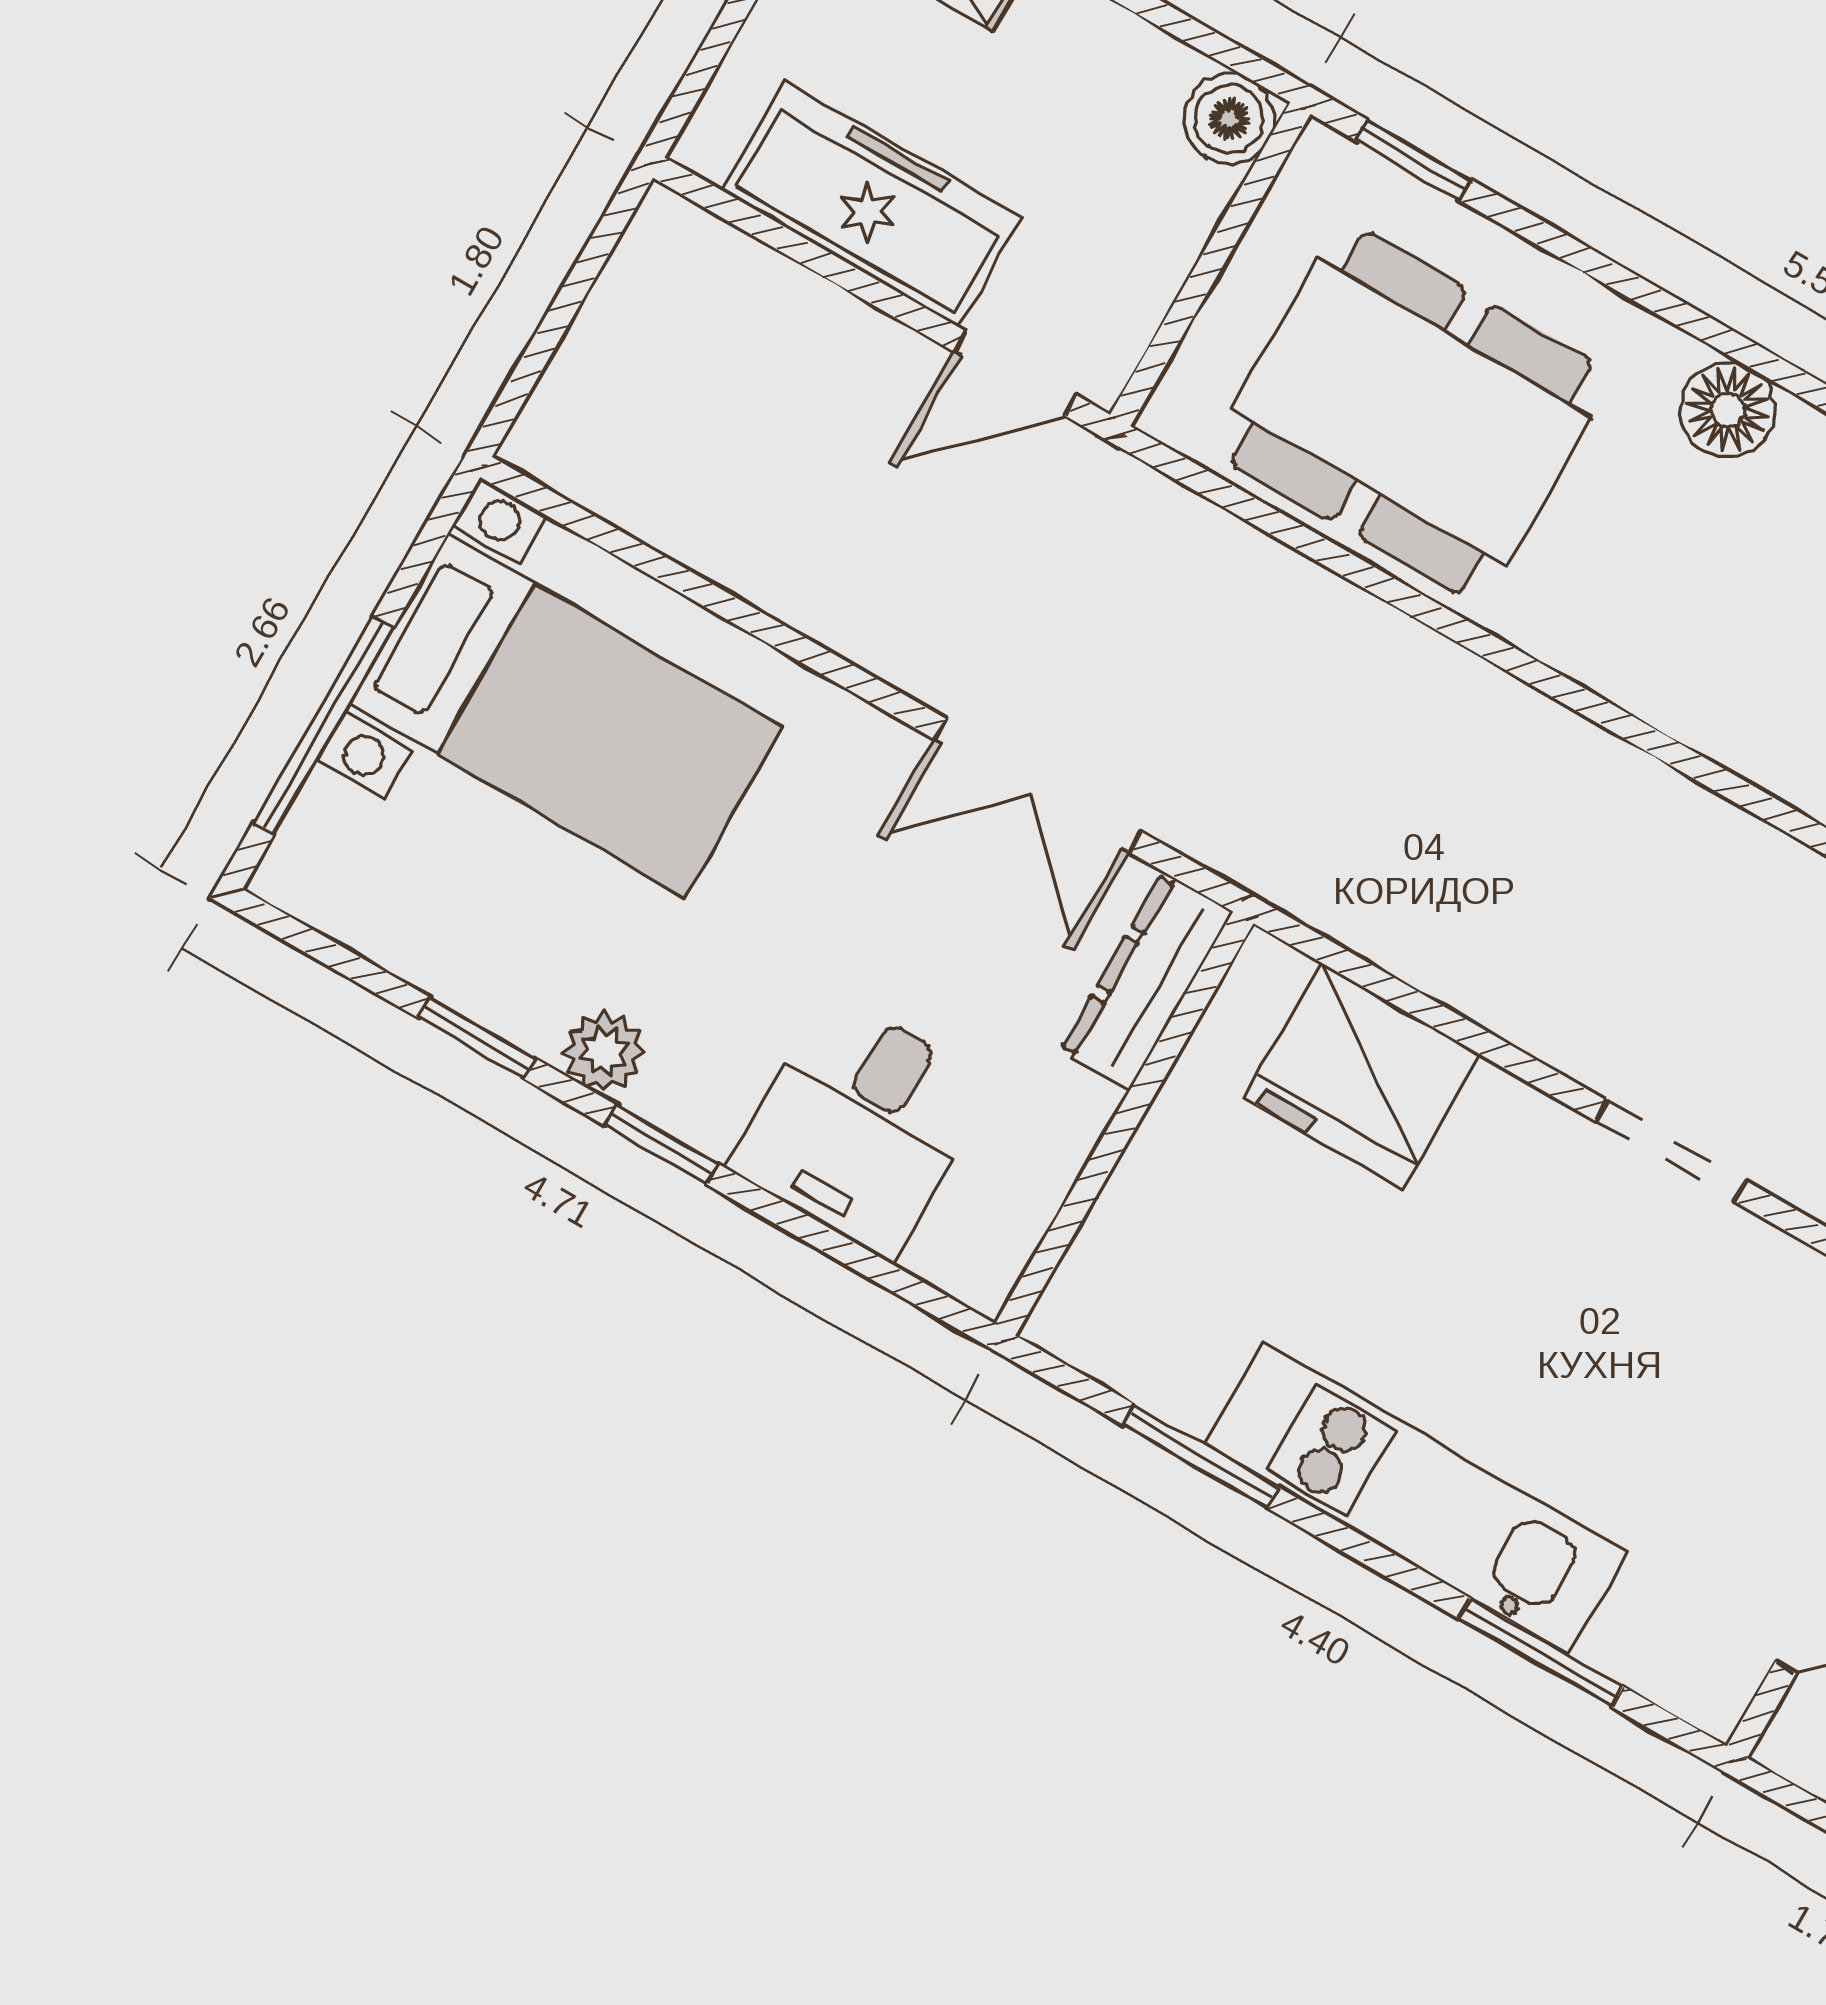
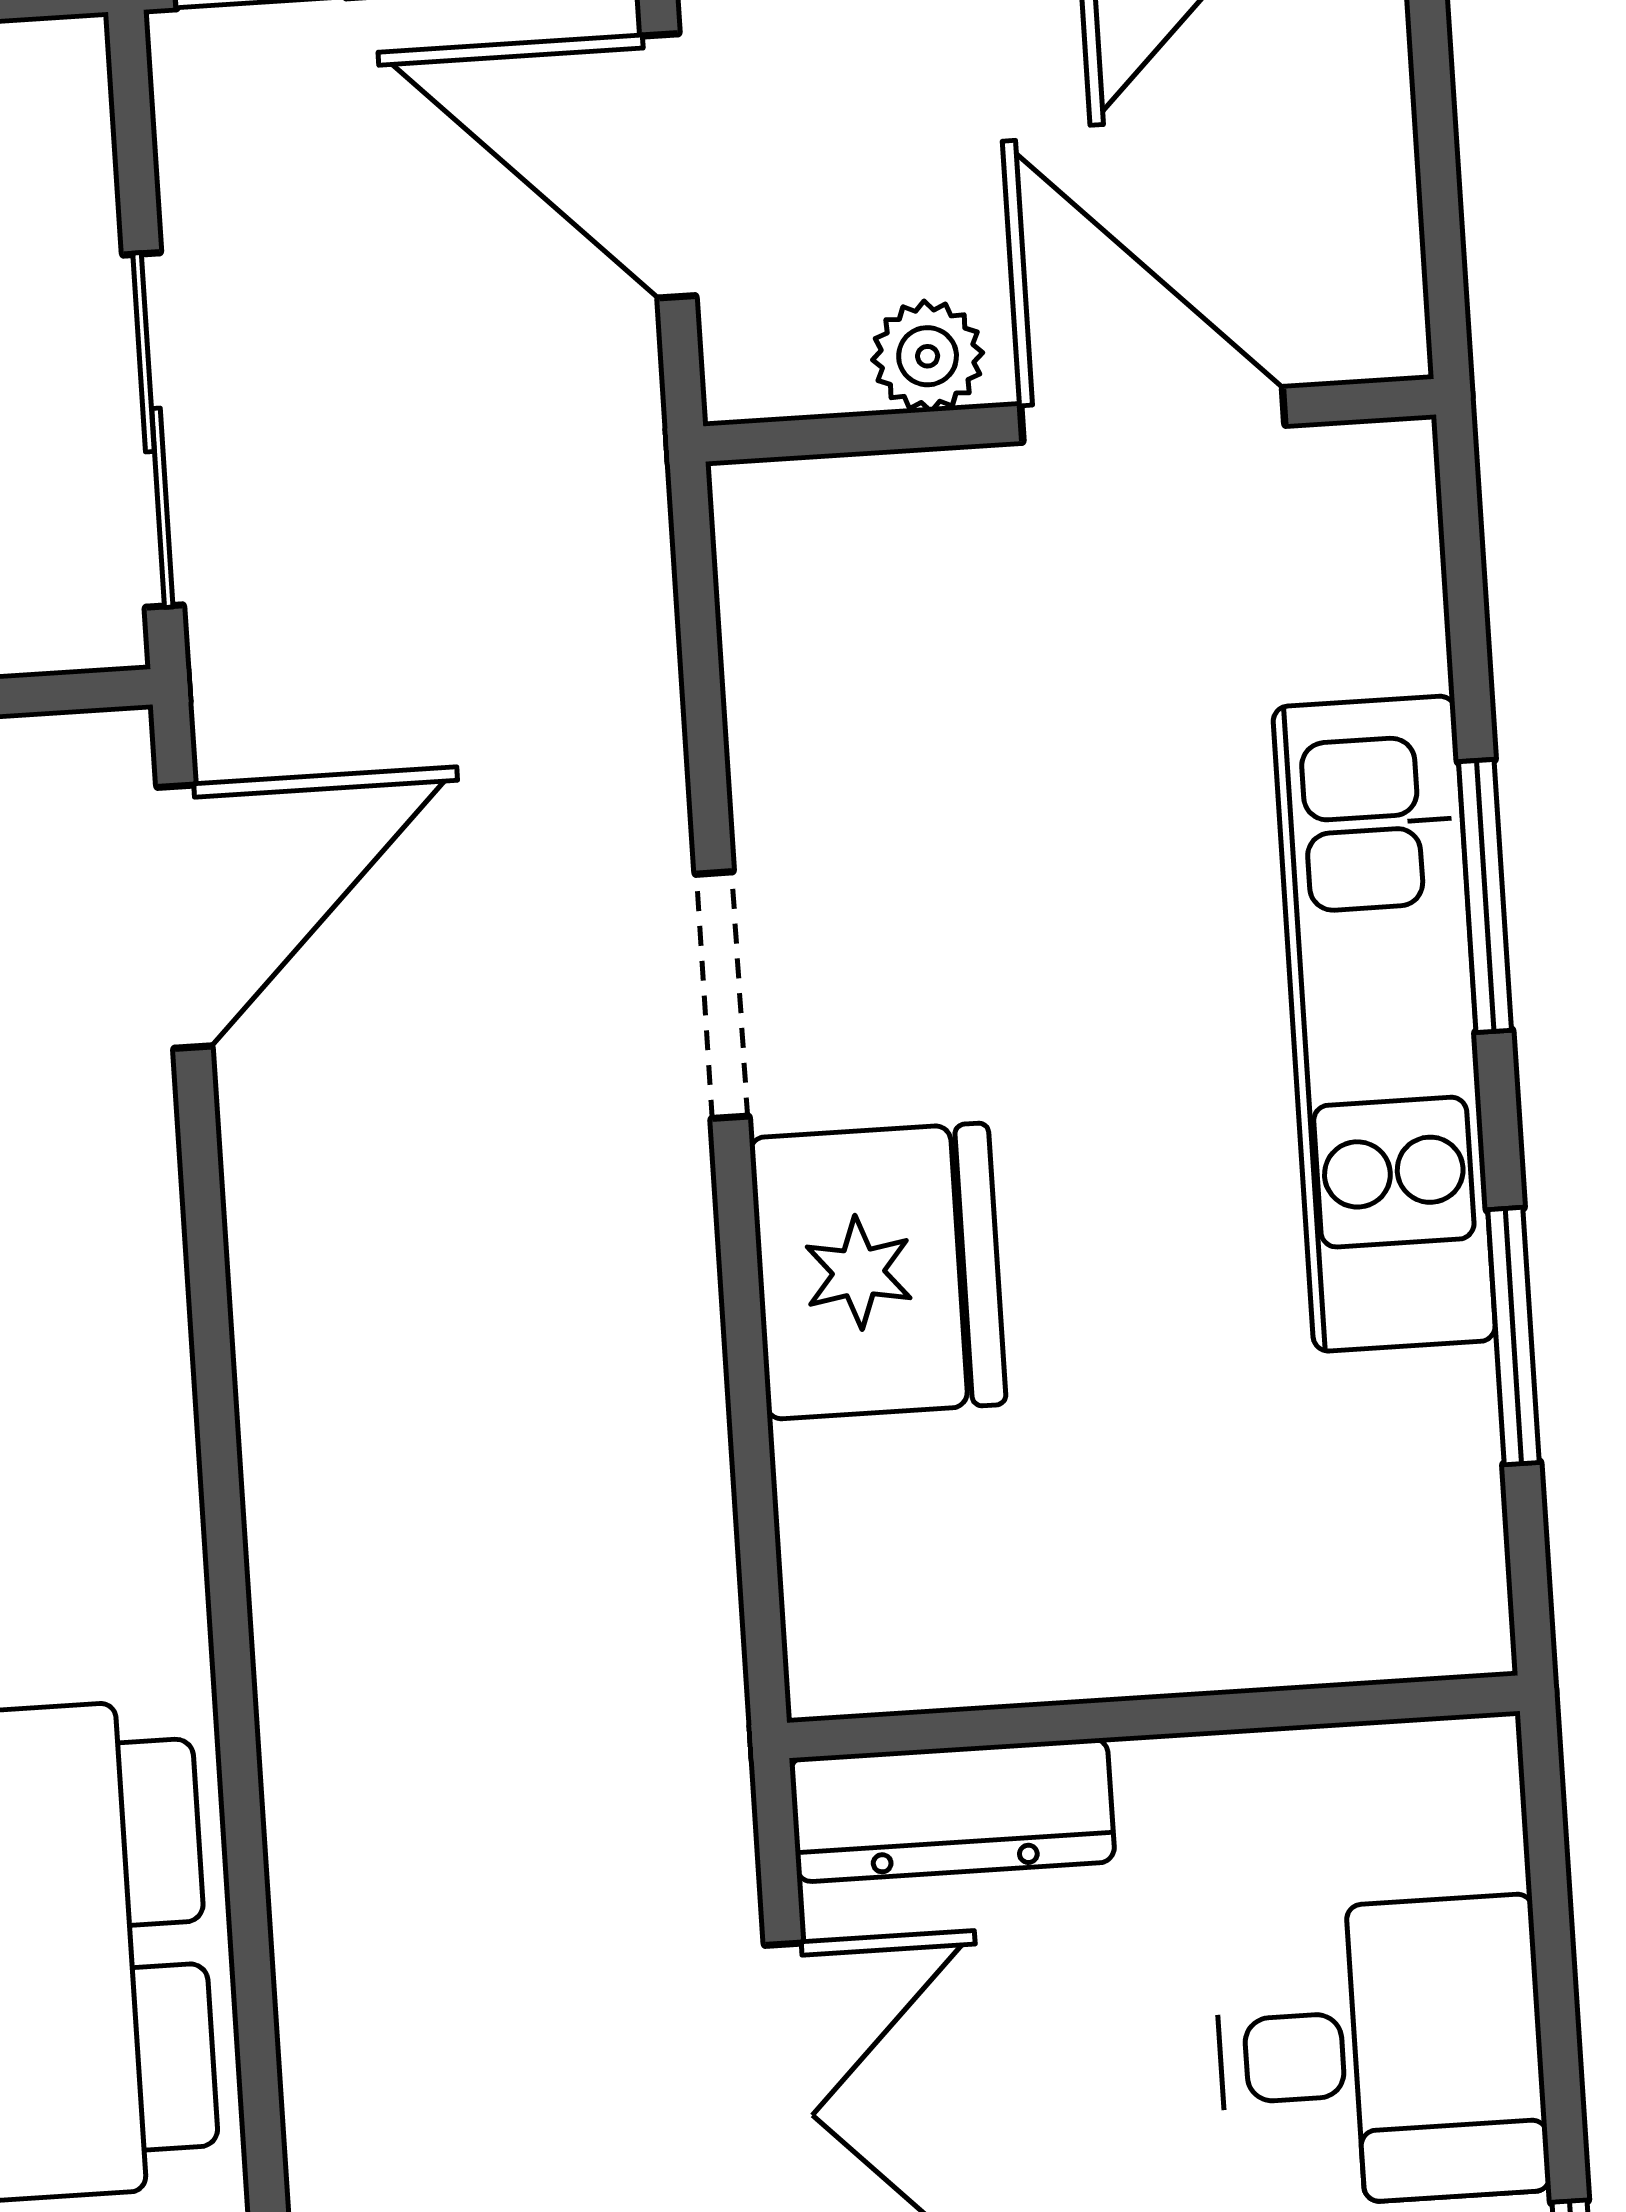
fridge: (1362, 1076) -> (878, 1271), moved
window: (1541, 1652) -> (1485, 896), moved

